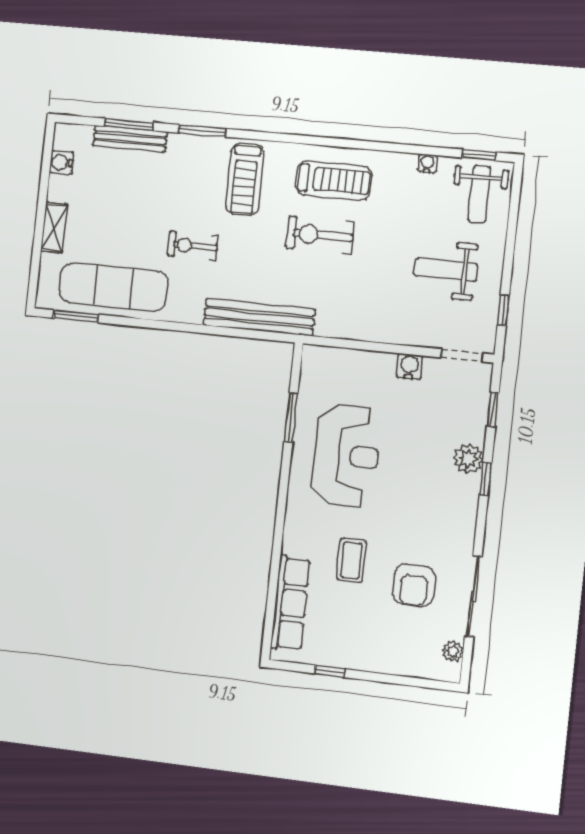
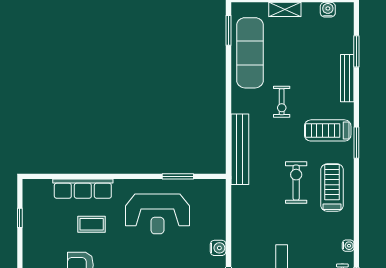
window: (202, 131) -> (356, 143), moved
bench: (130, 139) -> (347, 78), moved
treadmill: (334, 180) -> (332, 188), turned 180
exercise bike: (193, 246) -> (282, 102), turned 180
row of seats: (290, 603) -> (83, 189), moved

